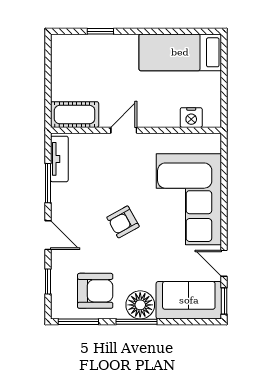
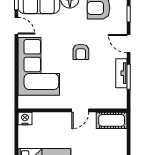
nightstand: (191, 118) -> (25, 118), moved
tv unit: (59, 159) -> (121, 73), moved
armchair: (123, 222) -> (81, 52), turned 119

